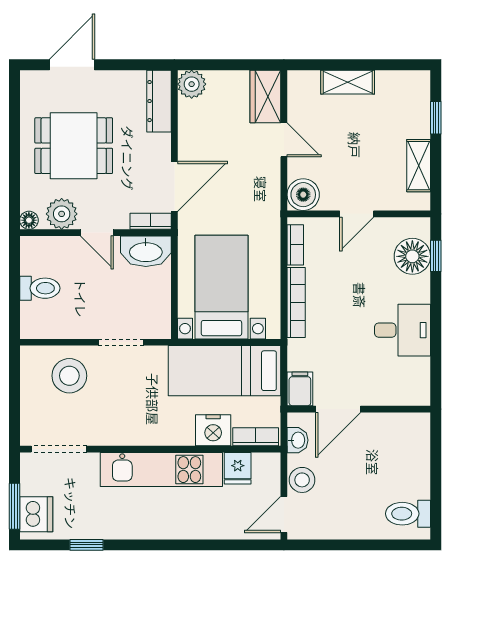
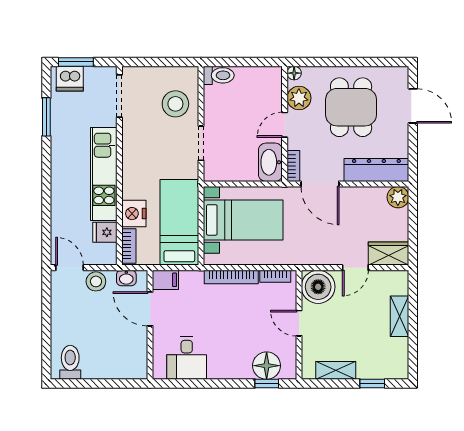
dresser: (159, 101) -> (376, 170), width x1.37, depth x1.24
boiler: (303, 195) -> (318, 287), width x1.37, depth x1.37
toilet: (40, 288) -> (219, 75), moved, turned -90
desk: (403, 330) -> (187, 358), moved
window: (86, 545) -> (46, 117), width x1.50

